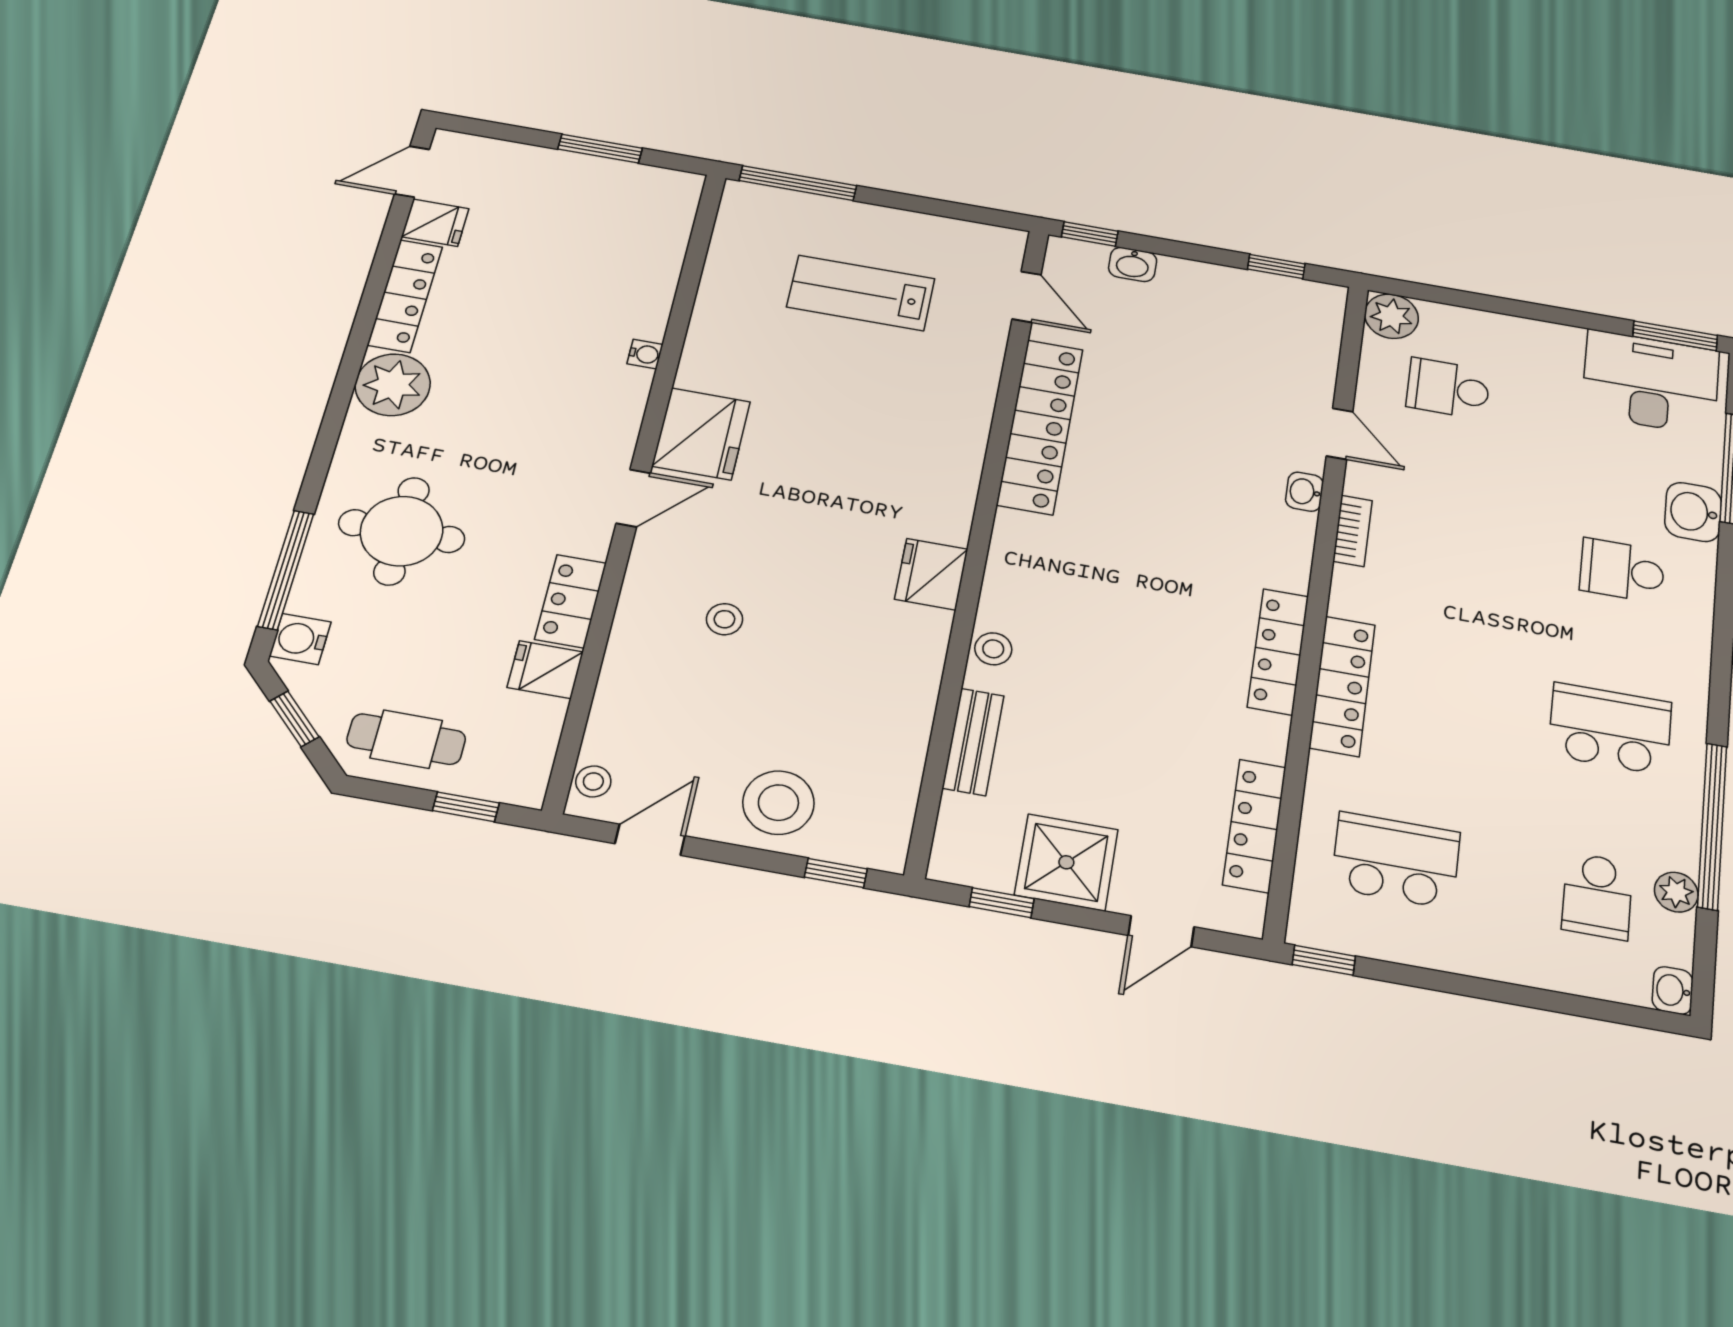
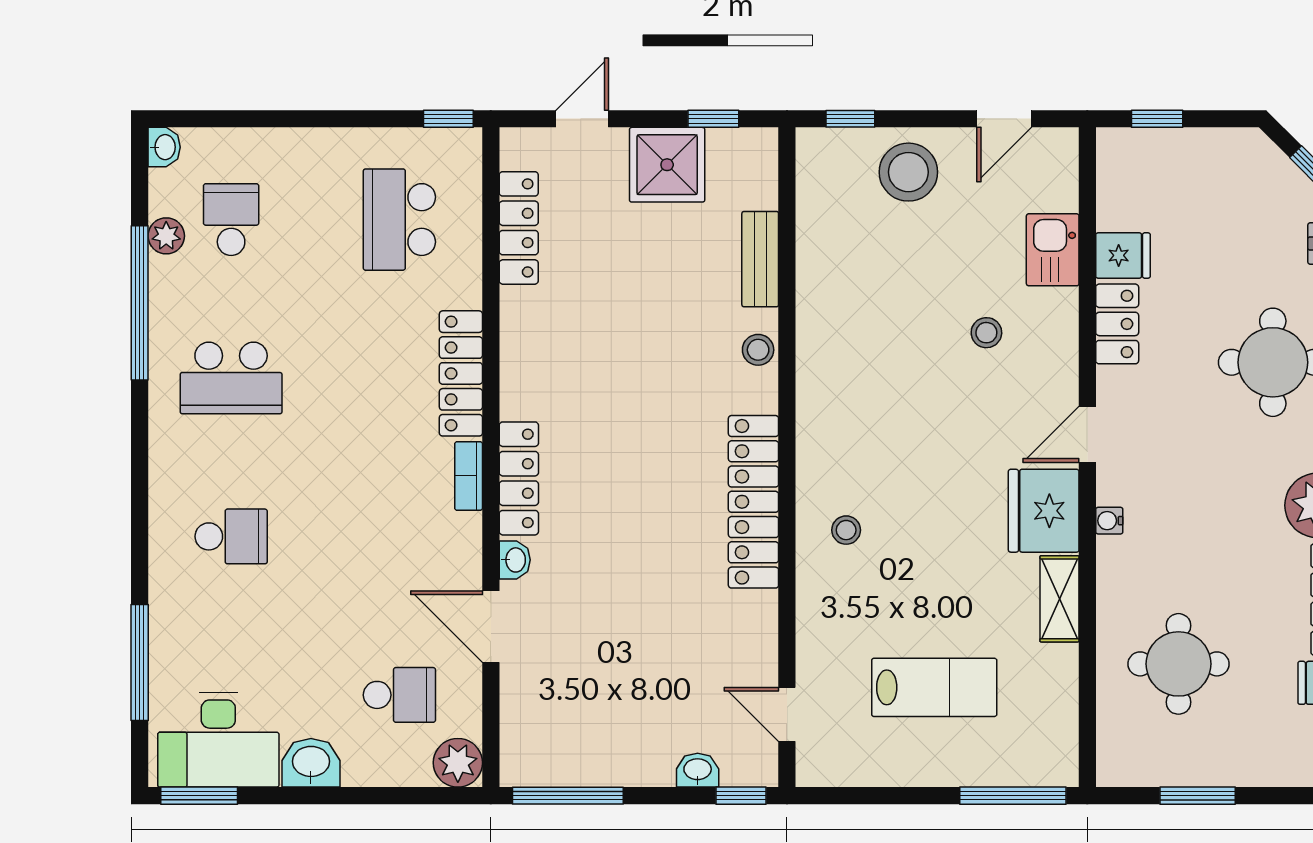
window: (1276, 266) -> (568, 796), width x2.17
round table: (589, 267) -> (1178, 664), added
shelving: (704, 349) -> (1059, 599), added
water cooler: (645, 354) -> (1109, 521), moved
locker: (1040, 426) -> (753, 502), moved
door: (1340, 434) -> (491, 627), width x1.38
washbasin: (1693, 512) -> (311, 763), moved, turned -90
bookcase: (1353, 531) -> (469, 476), moved
fridge: (931, 574) -> (822, 411), removed
locker: (1278, 651) -> (519, 478), moved
kitchen sink: (626, 690) -> (1053, 250), added
cafe table: (406, 739) -> (1220, 169), removed
stool: (593, 781) -> (846, 530), moved
school desk: (1396, 860) -> (399, 220), turned 90

